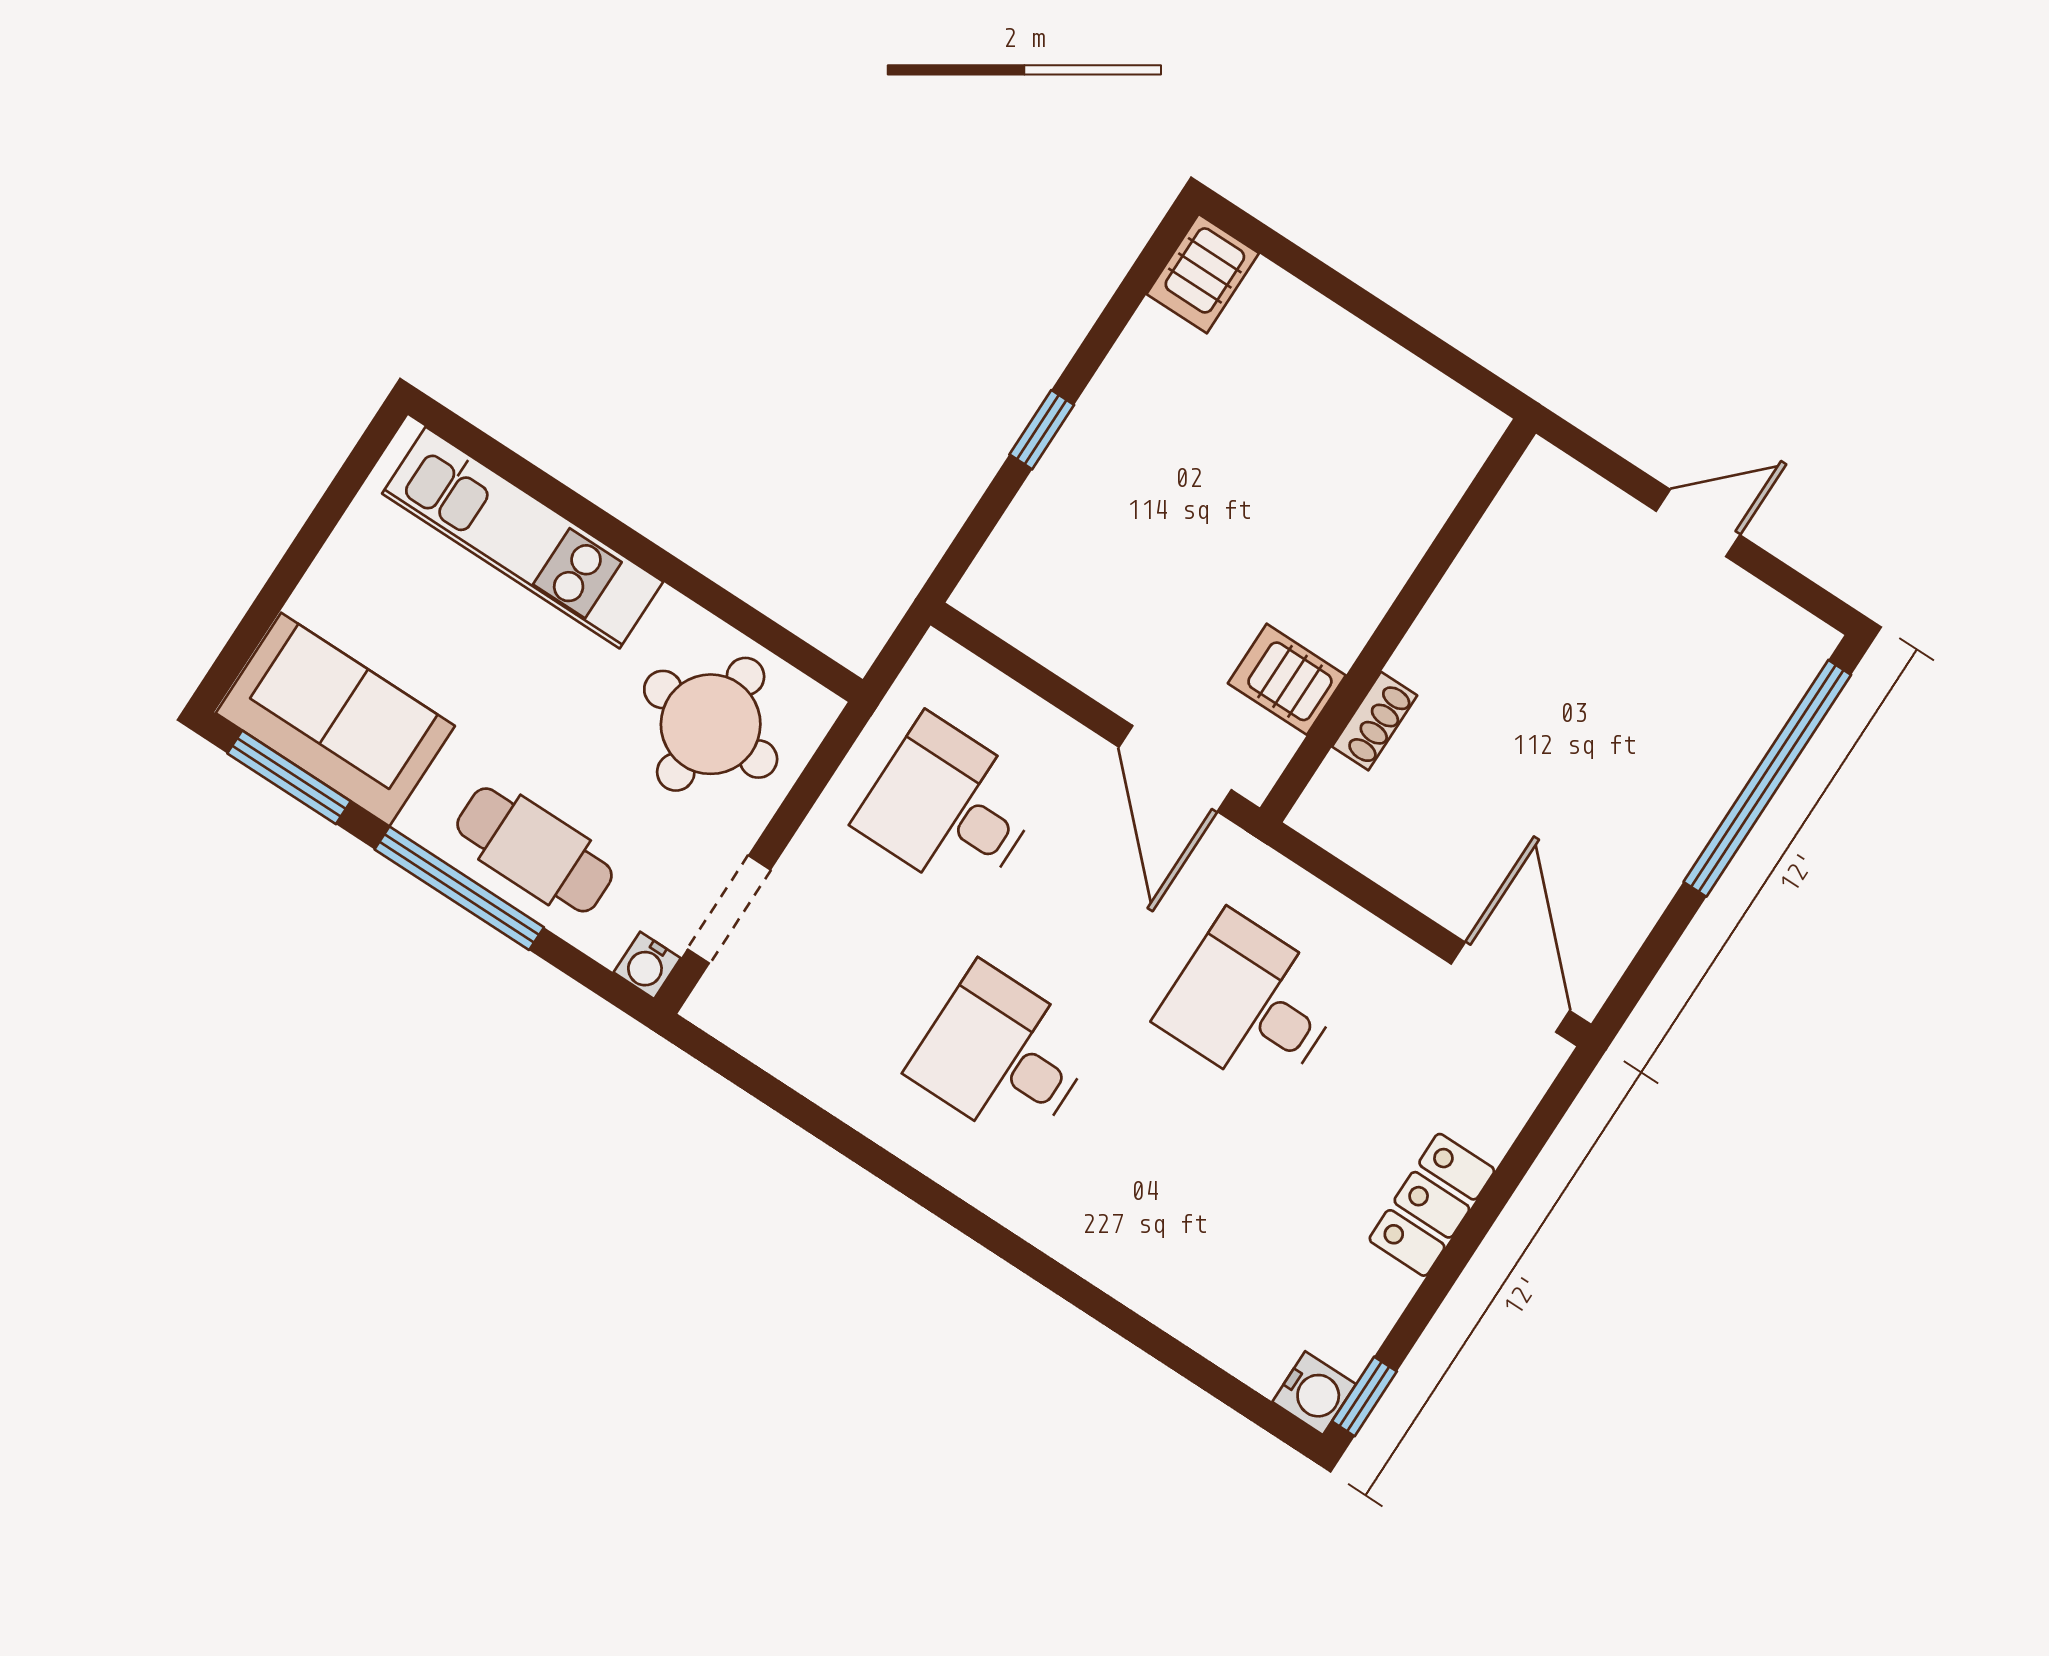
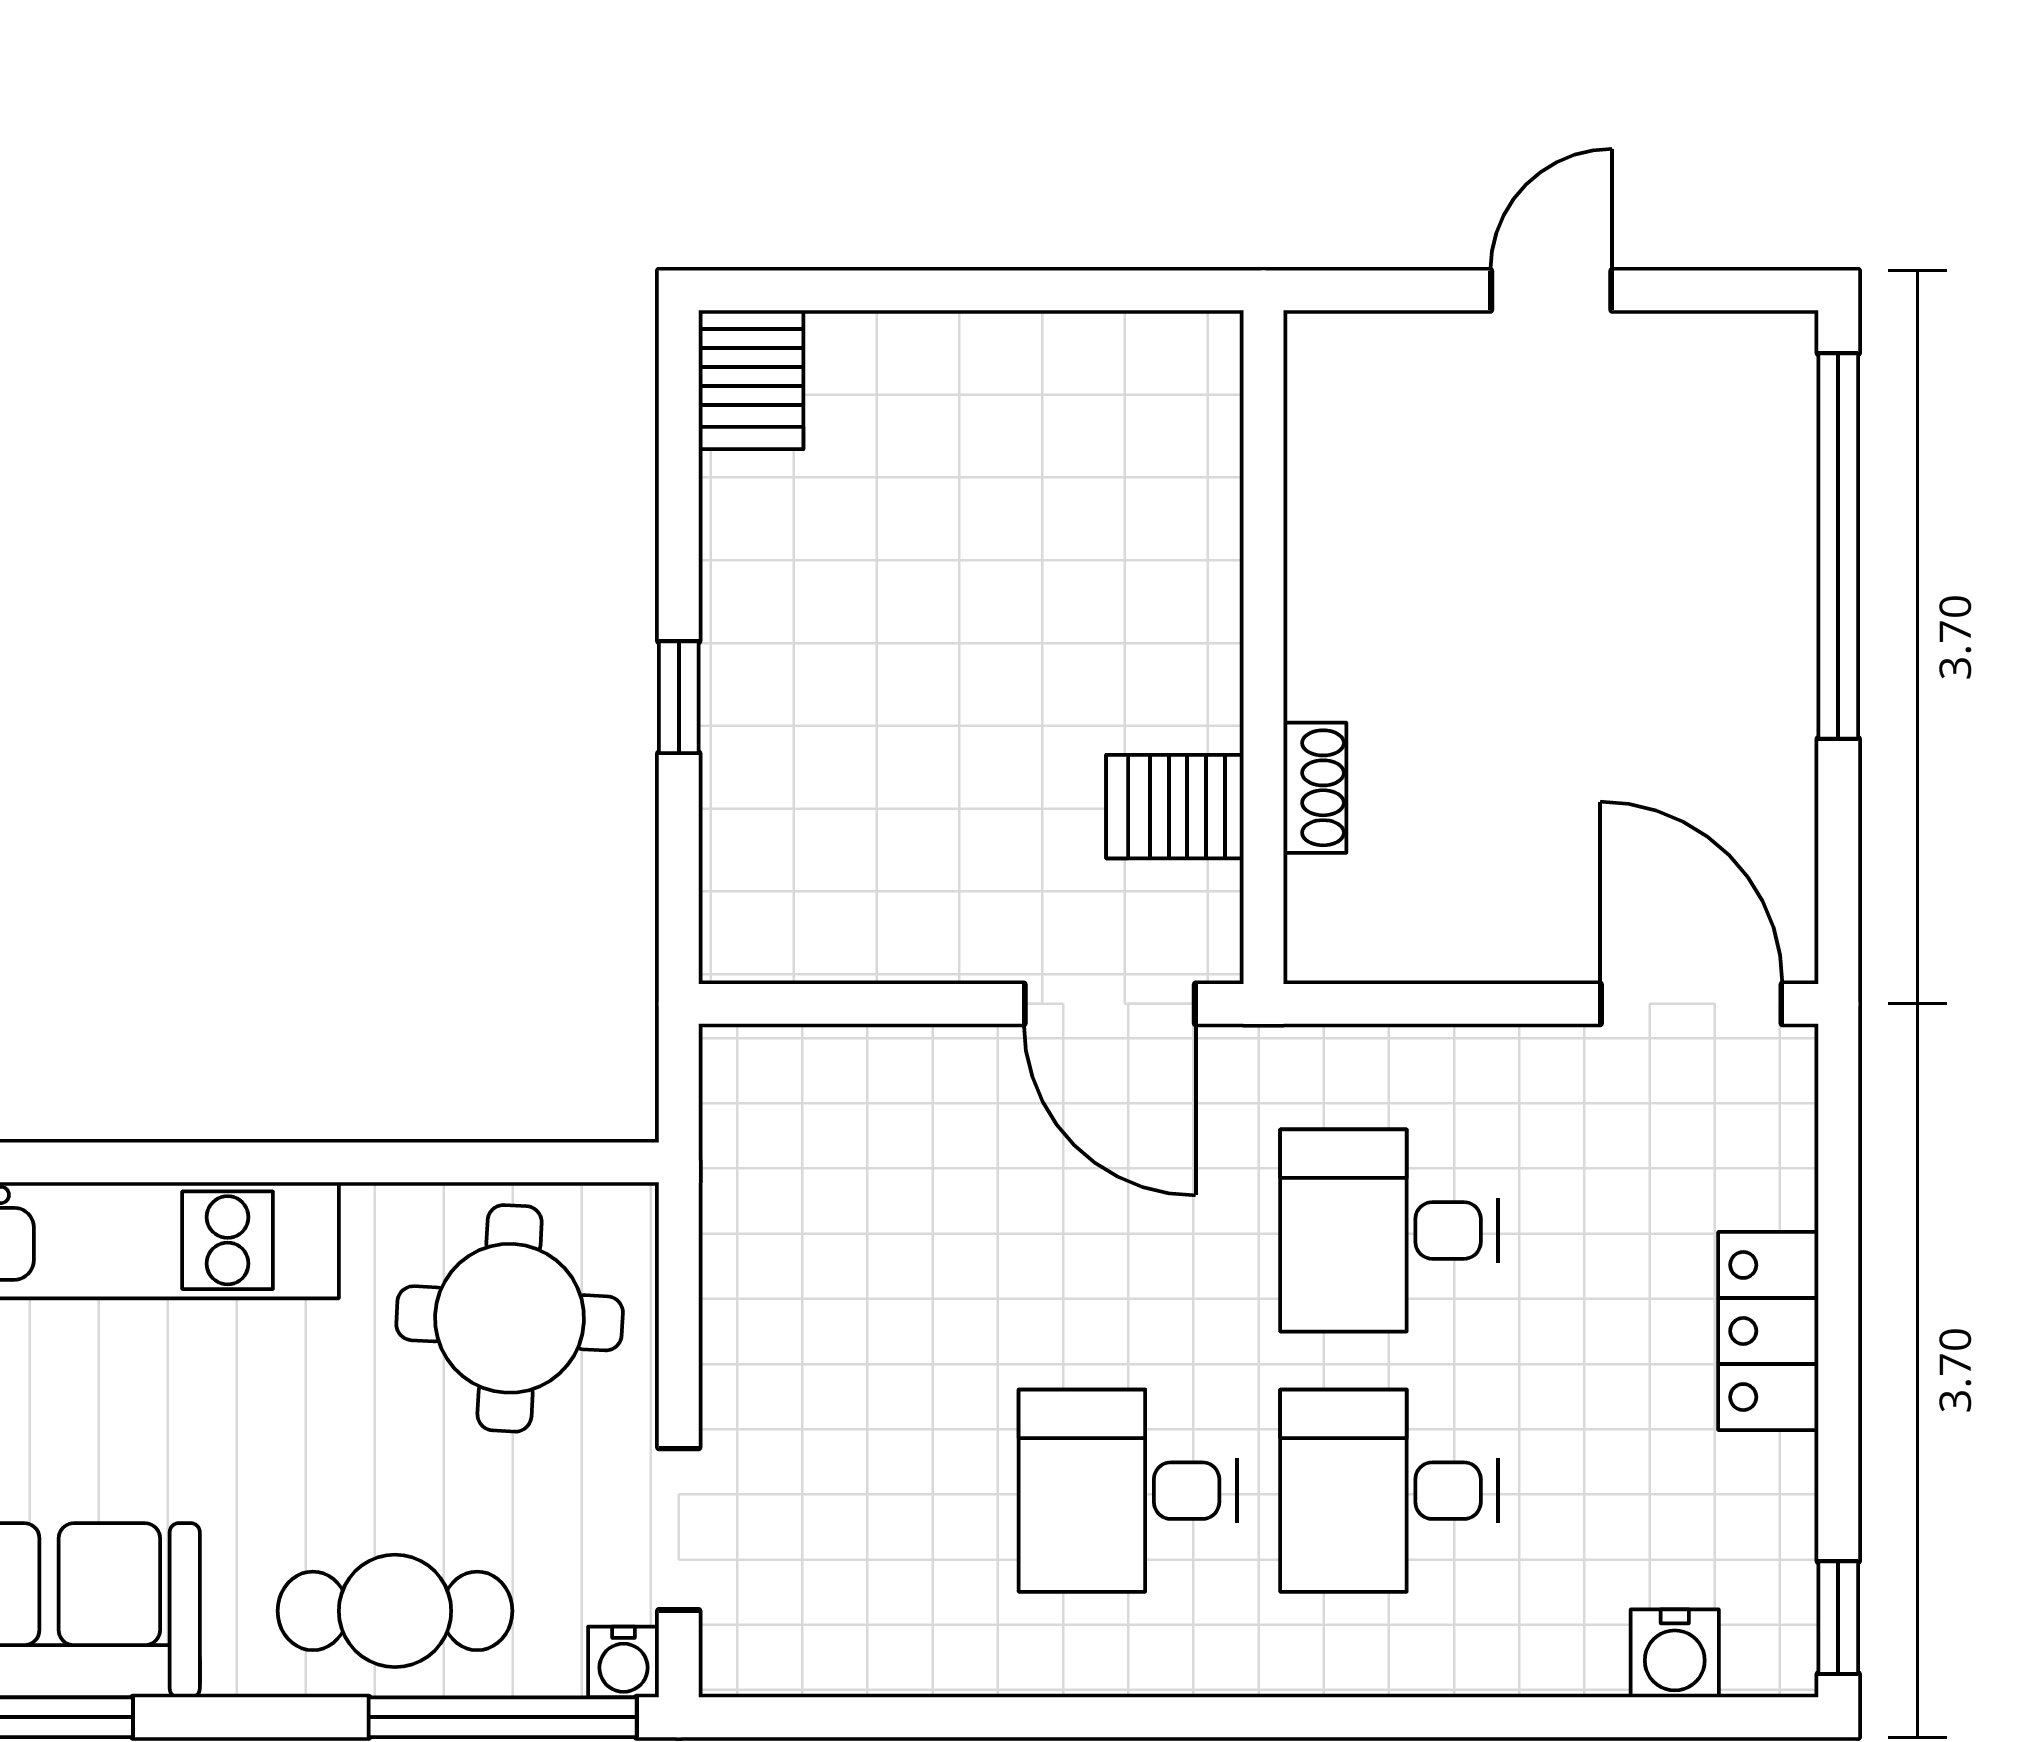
desk: (949, 808) -> (1389, 1491), moved
window: (459, 888) -> (503, 1717), moved
water cooler: (1314, 1393) -> (1675, 1653), moved, turned 90

